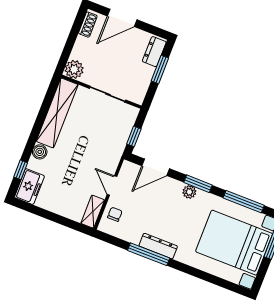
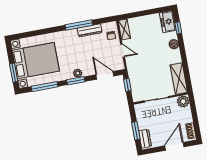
shelving: (57, 113) -> (179, 79), width x0.68
door: (156, 167) -> (105, 75), hinge flipped
dresser: (158, 246) -> (90, 30), moved

